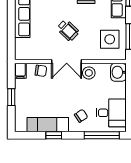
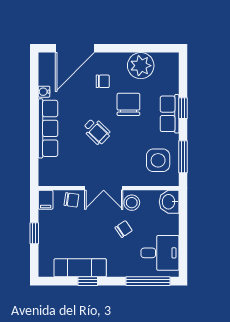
wheelchair: (68, 30) -> (97, 131), moved
chair: (81, 116) -> (124, 229), moved

